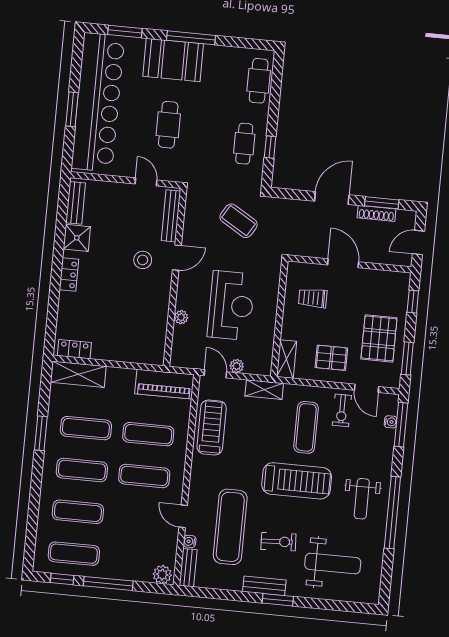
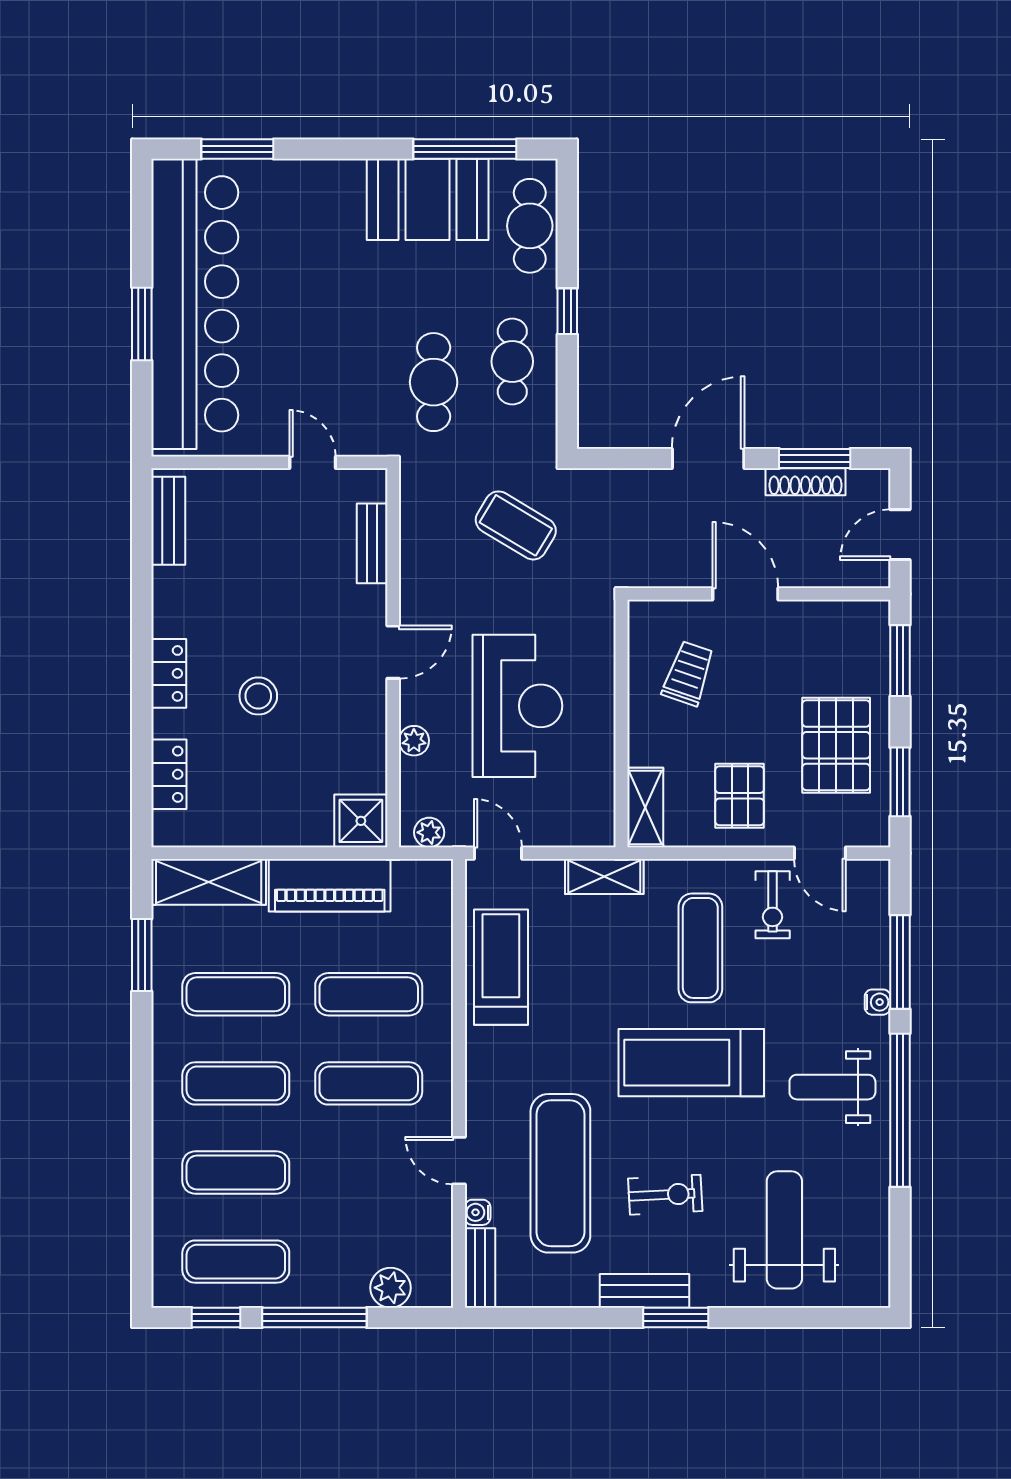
window: (191, 38) -> (465, 149), moved
booth: (173, 60) -> (428, 199), moved
cafe table: (168, 125) -> (434, 382), moved
window: (270, 147) -> (567, 311), moved
bench: (171, 216) -> (372, 543), width x0.73
shower: (77, 238) -> (361, 821), moved
door: (177, 258) -> (393, 652), moved
stool: (143, 260) -> (258, 696), moved
trolley: (313, 298) -> (688, 673), turned 109
window: (413, 302) -> (900, 661), width x1.50
locker: (74, 349) -> (169, 774), moved, turned 90
pallet: (331, 358) -> (740, 796), turned 90
plant: (237, 366) -> (429, 832), moved
piano: (164, 384) -> (330, 885), moved
water cooler: (391, 422) -> (878, 1002), moved
window: (401, 425) -> (900, 962), moved
window: (41, 433) -> (142, 955), moved
treadmill: (297, 481) -> (691, 1063), turned 180
weight bench: (362, 499) -> (832, 1087), turned 90
weight bench: (333, 564) -> (784, 1230), turned -90
plant: (162, 575) -> (390, 1288), moved

